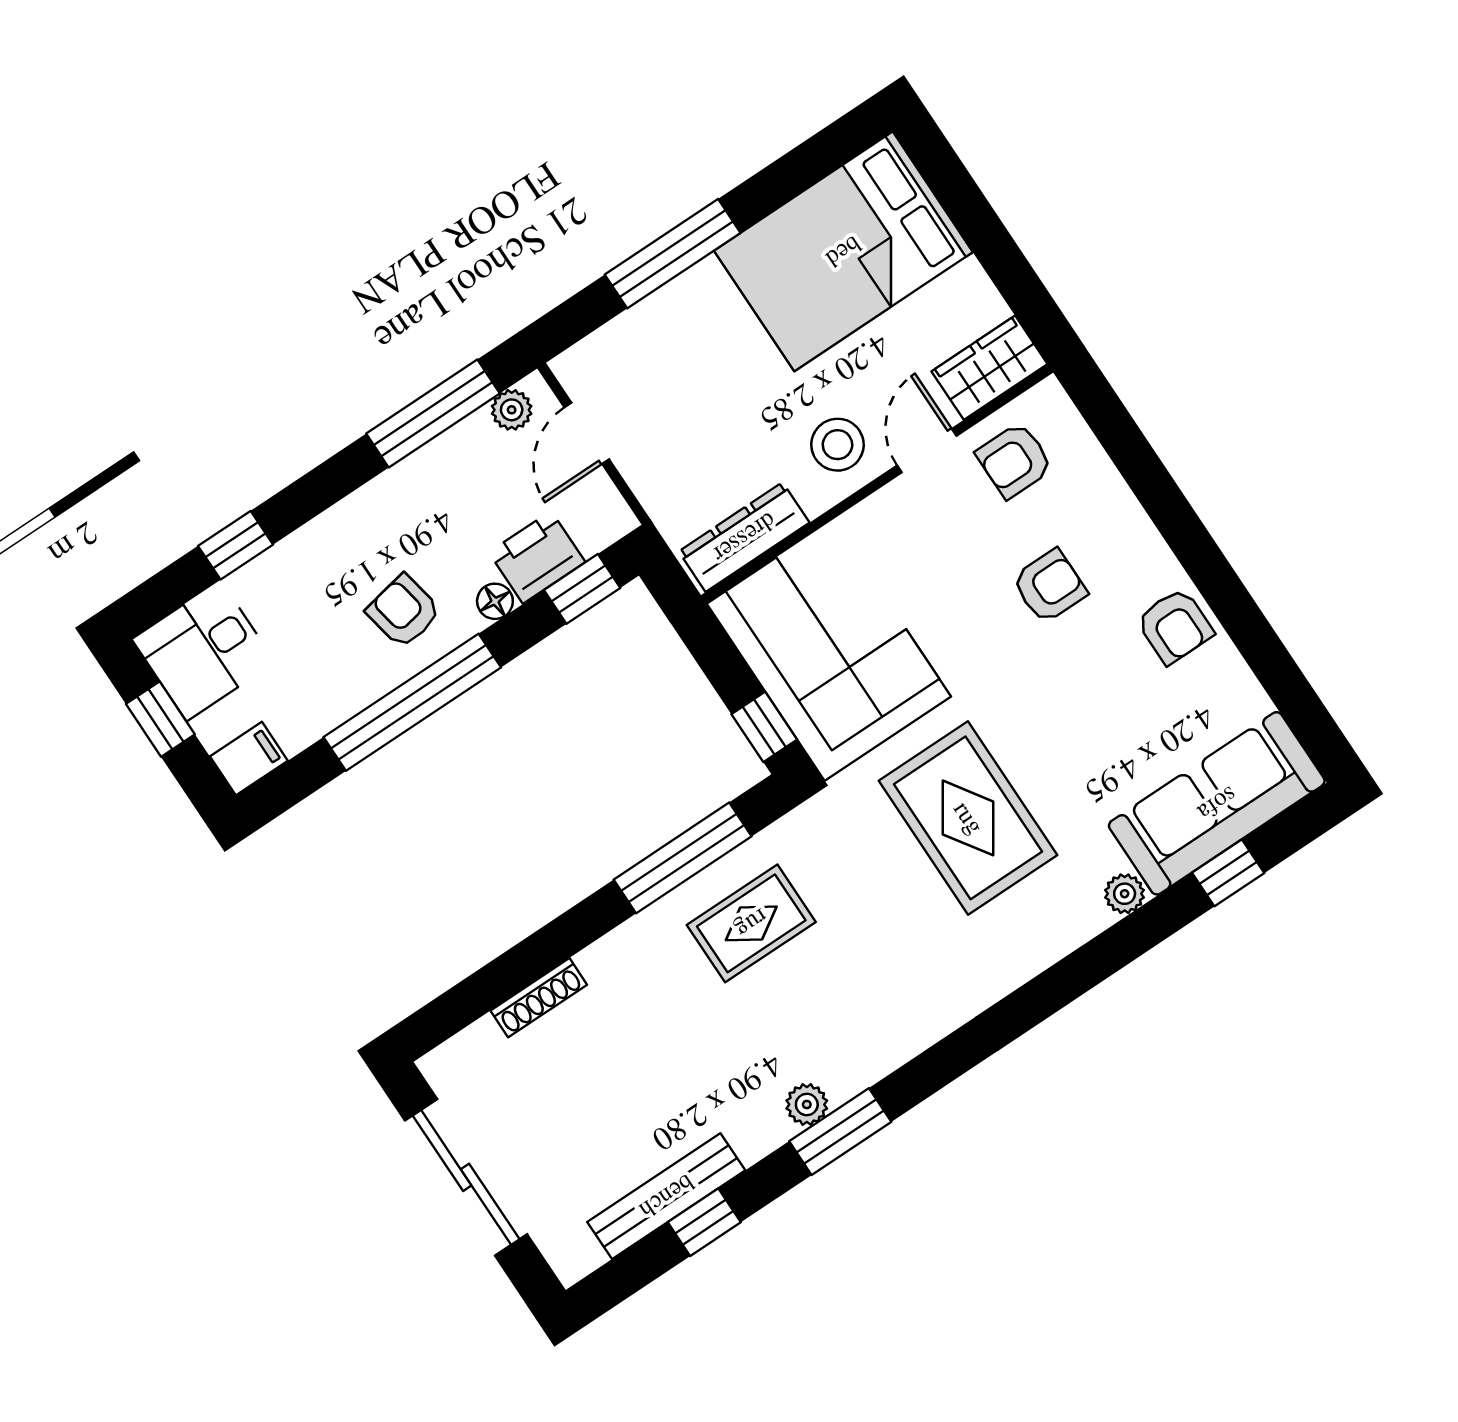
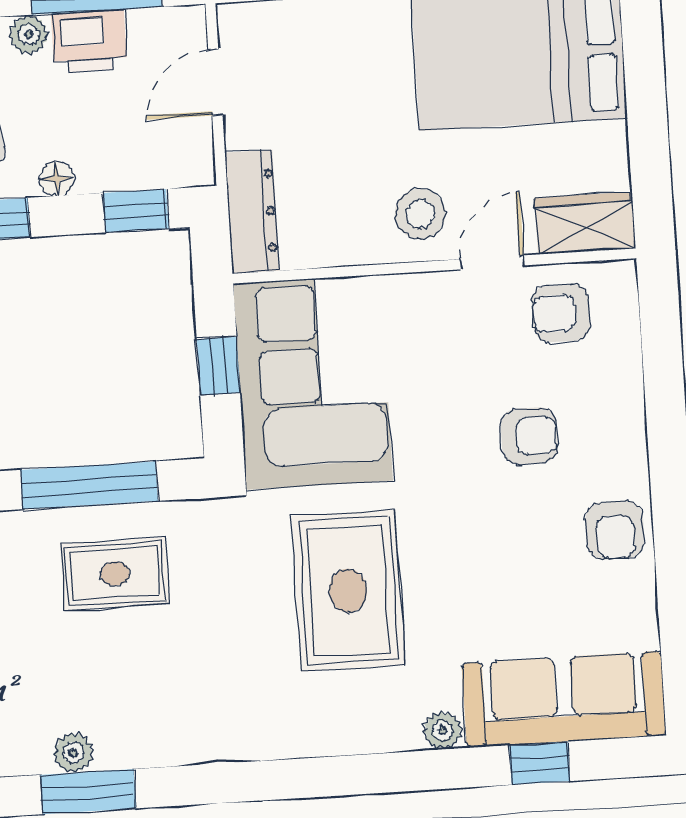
plant: (512, 410) -> (29, 35), moved
dresser: (744, 537) -> (252, 212), moved, turned 90
printer: (537, 557) -> (89, 41), moved, turned 180
window: (764, 727) -> (218, 366), moved

